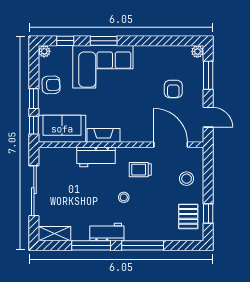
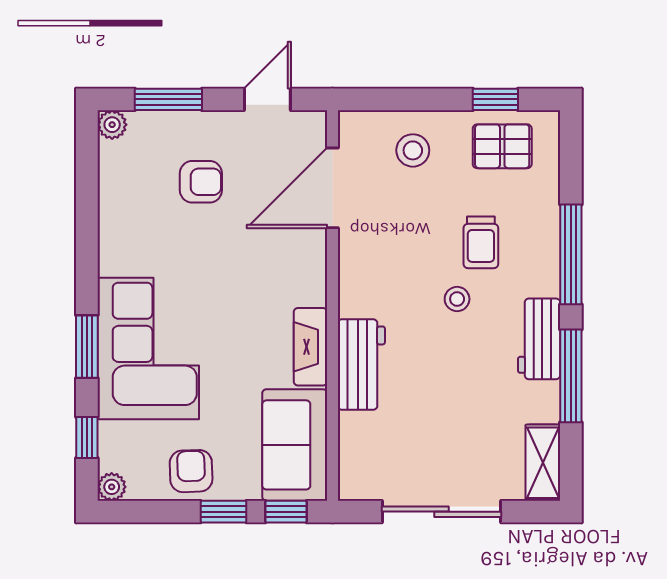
trolley: (140, 170) -> (481, 242), moved

